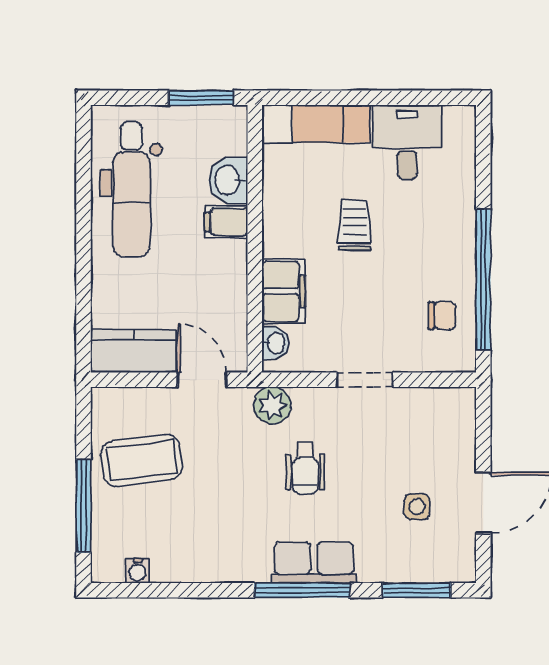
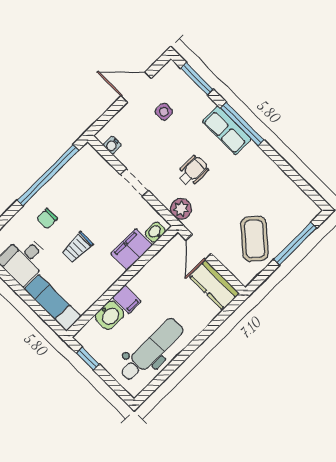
window: (201, 98) -> (88, 359), width x0.67
chair: (442, 316) -> (47, 219), moved, turned -90
coffee table: (141, 460) -> (254, 239), turned 48
water cooler: (138, 571) -> (112, 145), moved, turned 180

